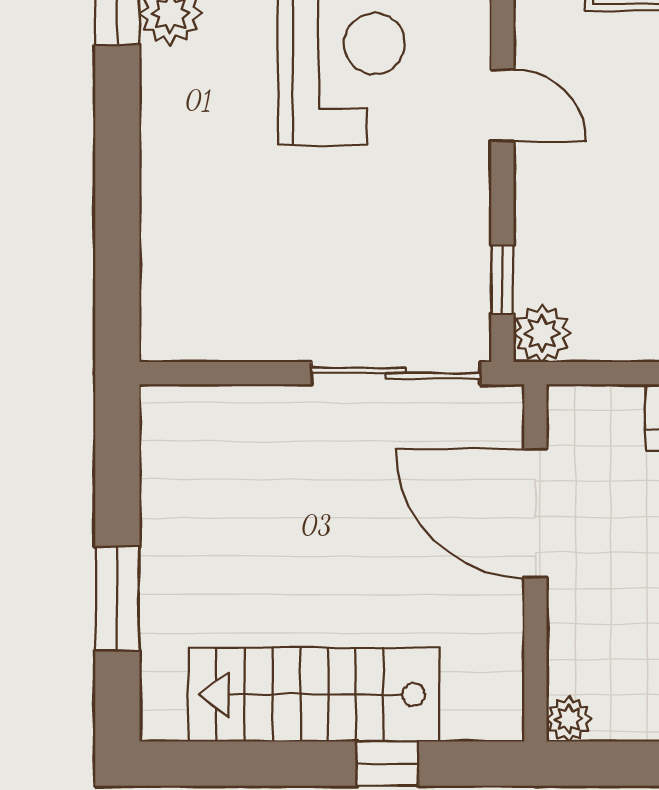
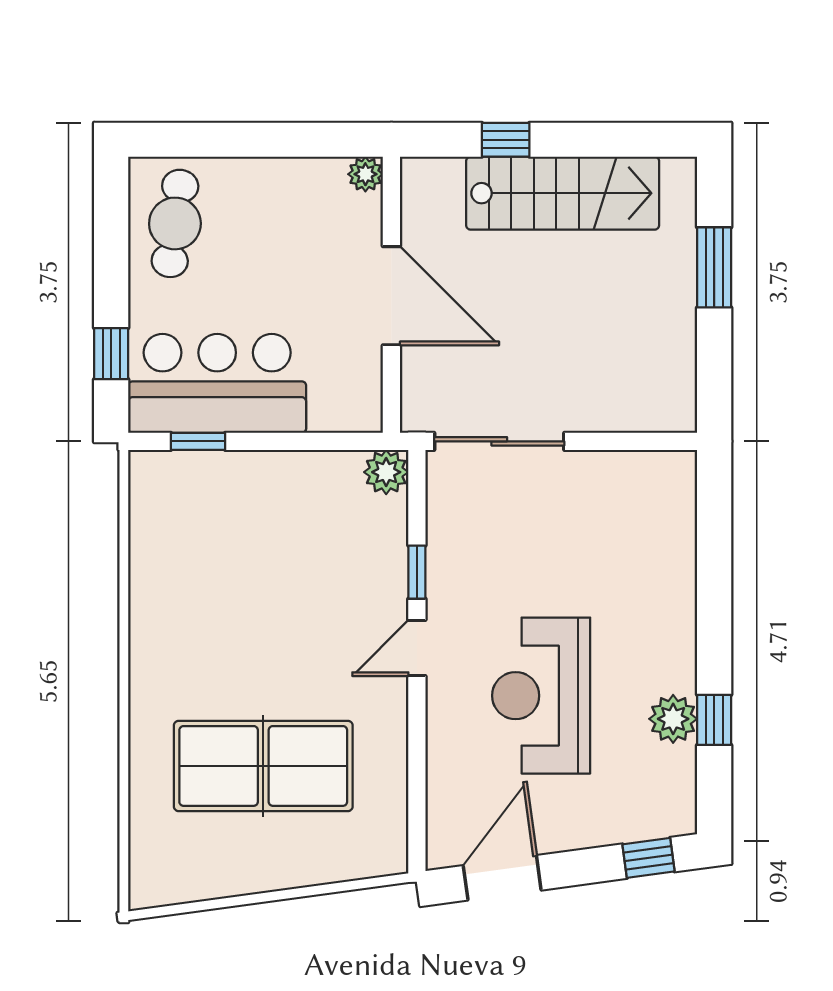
door: (502, 105) -> (417, 648), hinge flipped
window: (502, 279) -> (417, 572), moved
door: (535, 513) -> (391, 296), moved

